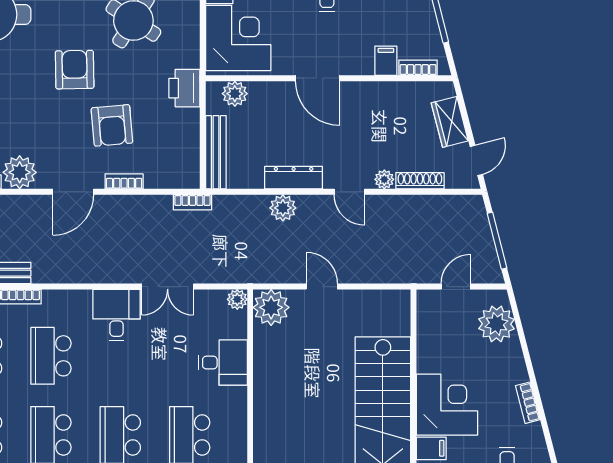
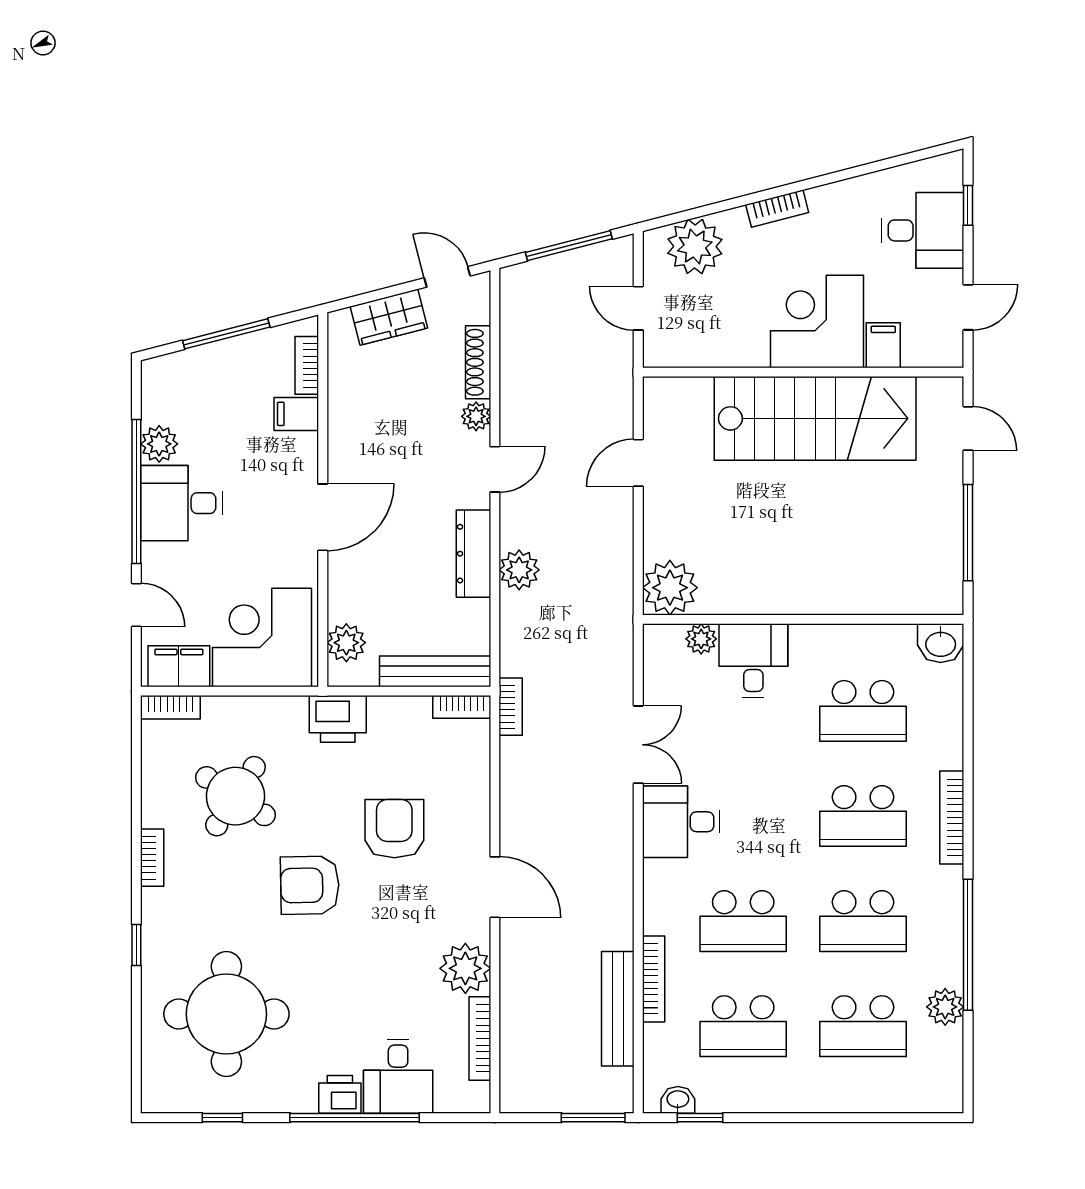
armchair: (112, 125) -> (394, 829), turned -85
bookcase: (124, 181) -> (462, 707), moved, turned -90
door: (322, 287) -> (638, 463), moved
plant: (237, 299) -> (701, 639), moved
bookcase: (528, 403) -> (777, 209), moved

